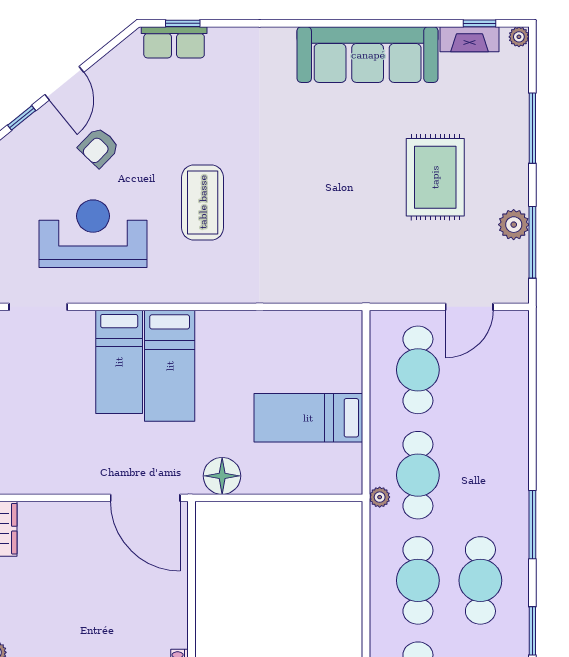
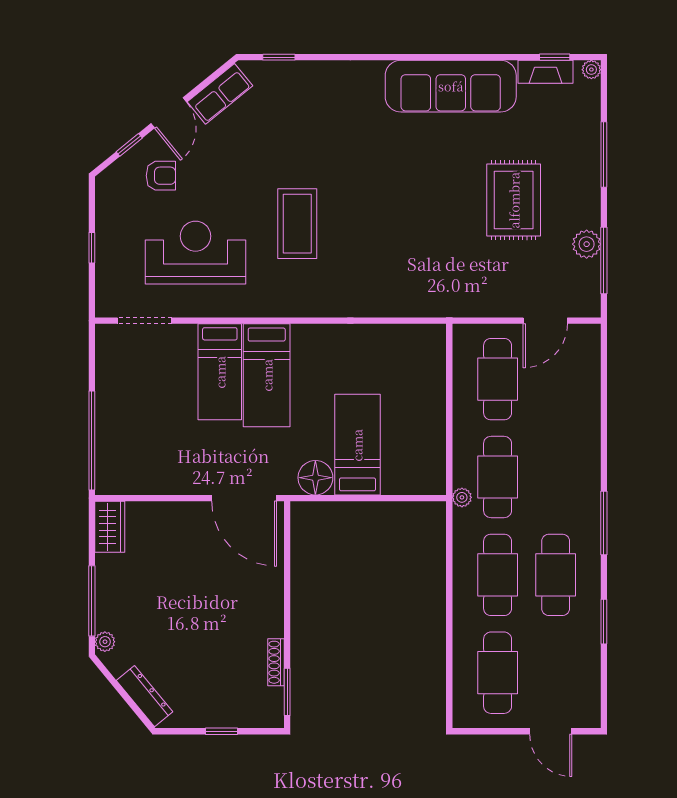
row of seats: (174, 42) -> (220, 94), moved, turned -39
armchair: (99, 147) -> (161, 176), moved, turned -134
bed: (308, 418) -> (357, 445), moved, turned 90

